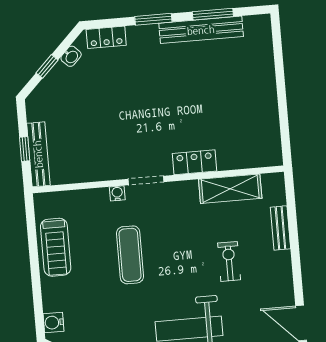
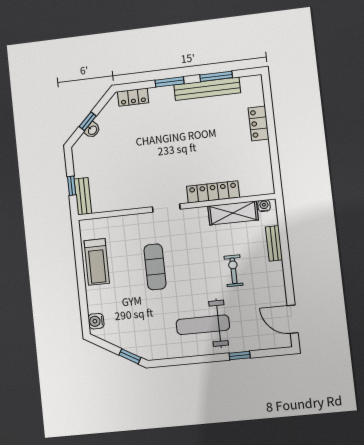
washbasin: (71, 56) -> (92, 130), moved
locker: (265, 76) -> (258, 123), added
bench: (38, 154) -> (83, 196), width x0.73
locker: (194, 162) -> (213, 192), width x1.53
water cooler: (117, 193) -> (264, 206), moved

